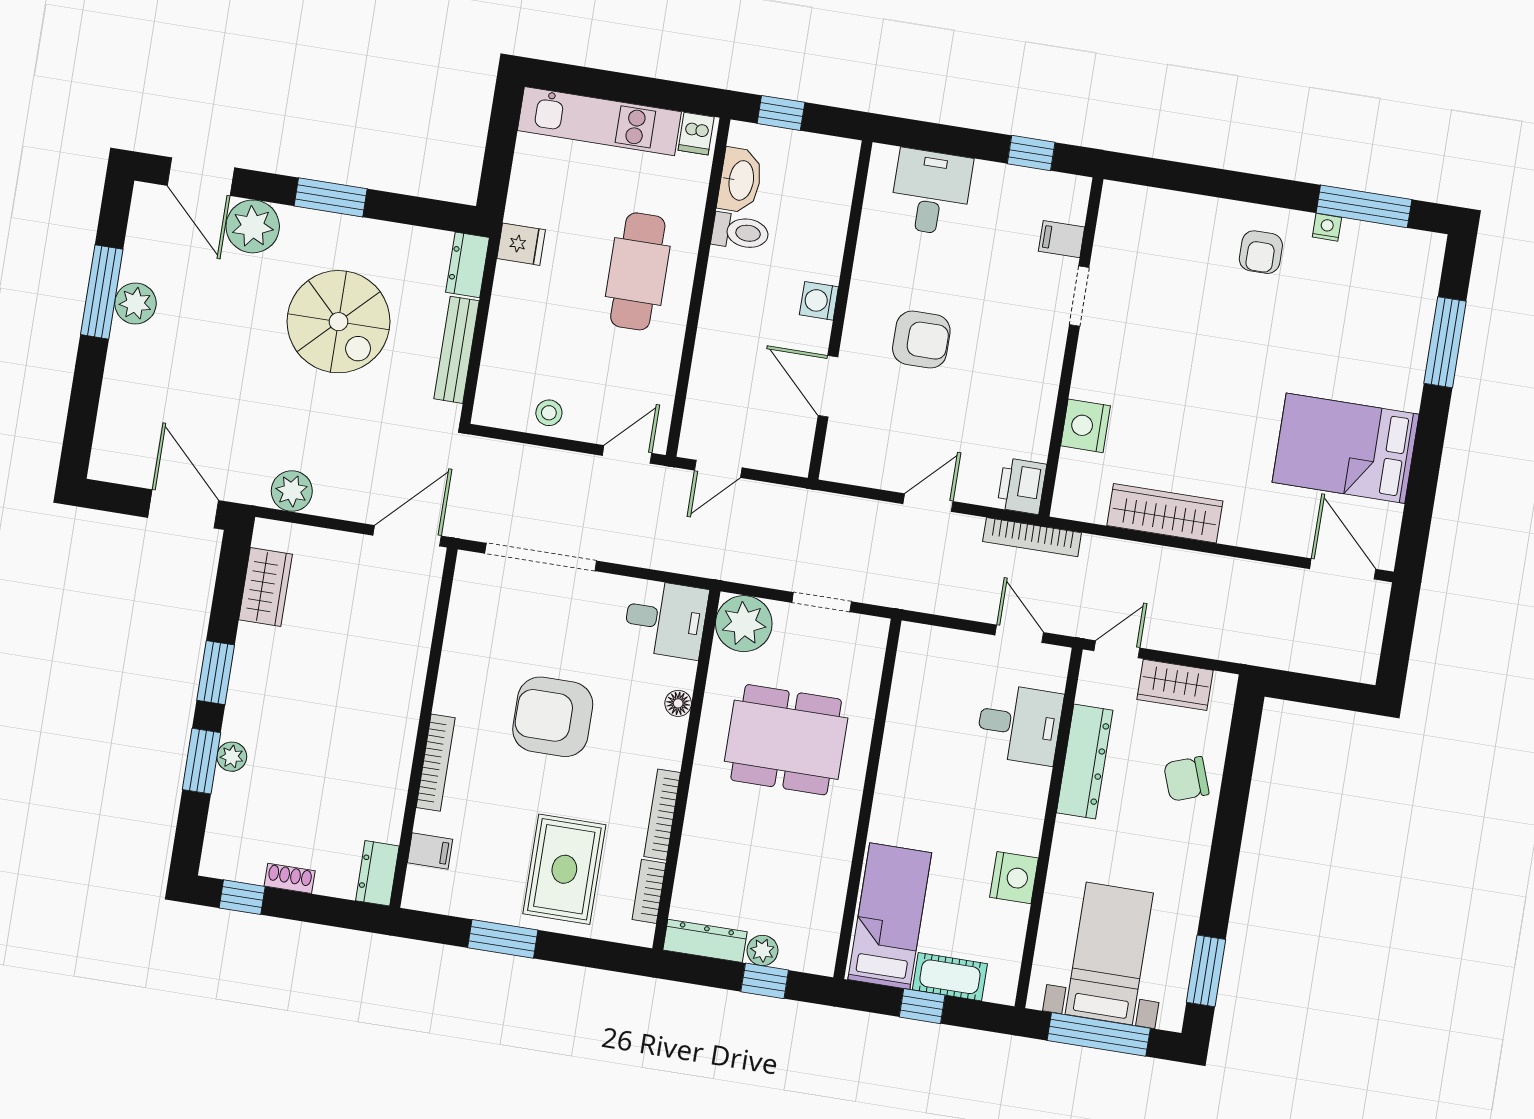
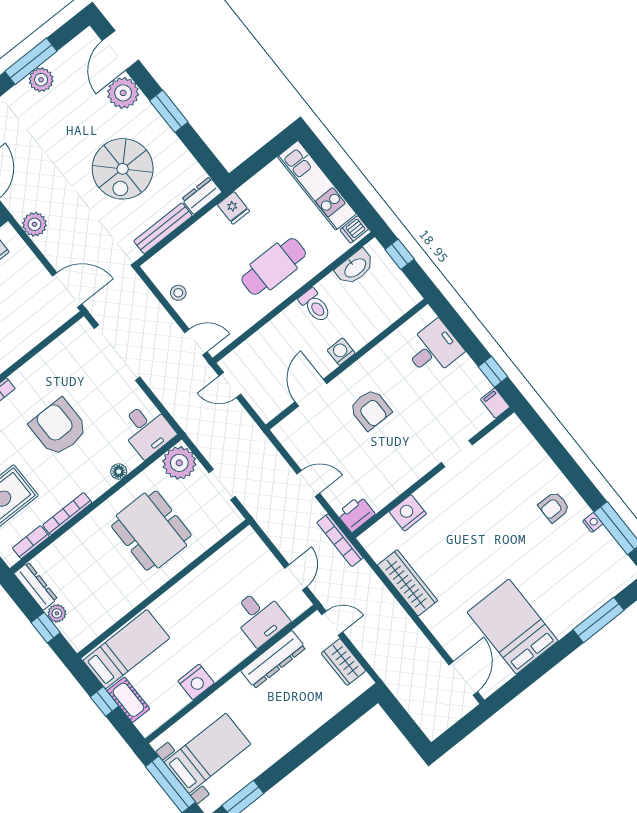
toilet: (740, 232) -> (315, 306), moved
filing cabinet: (1062, 239) -> (495, 403), moved
chair: (1186, 779) -> (311, 708), removed

